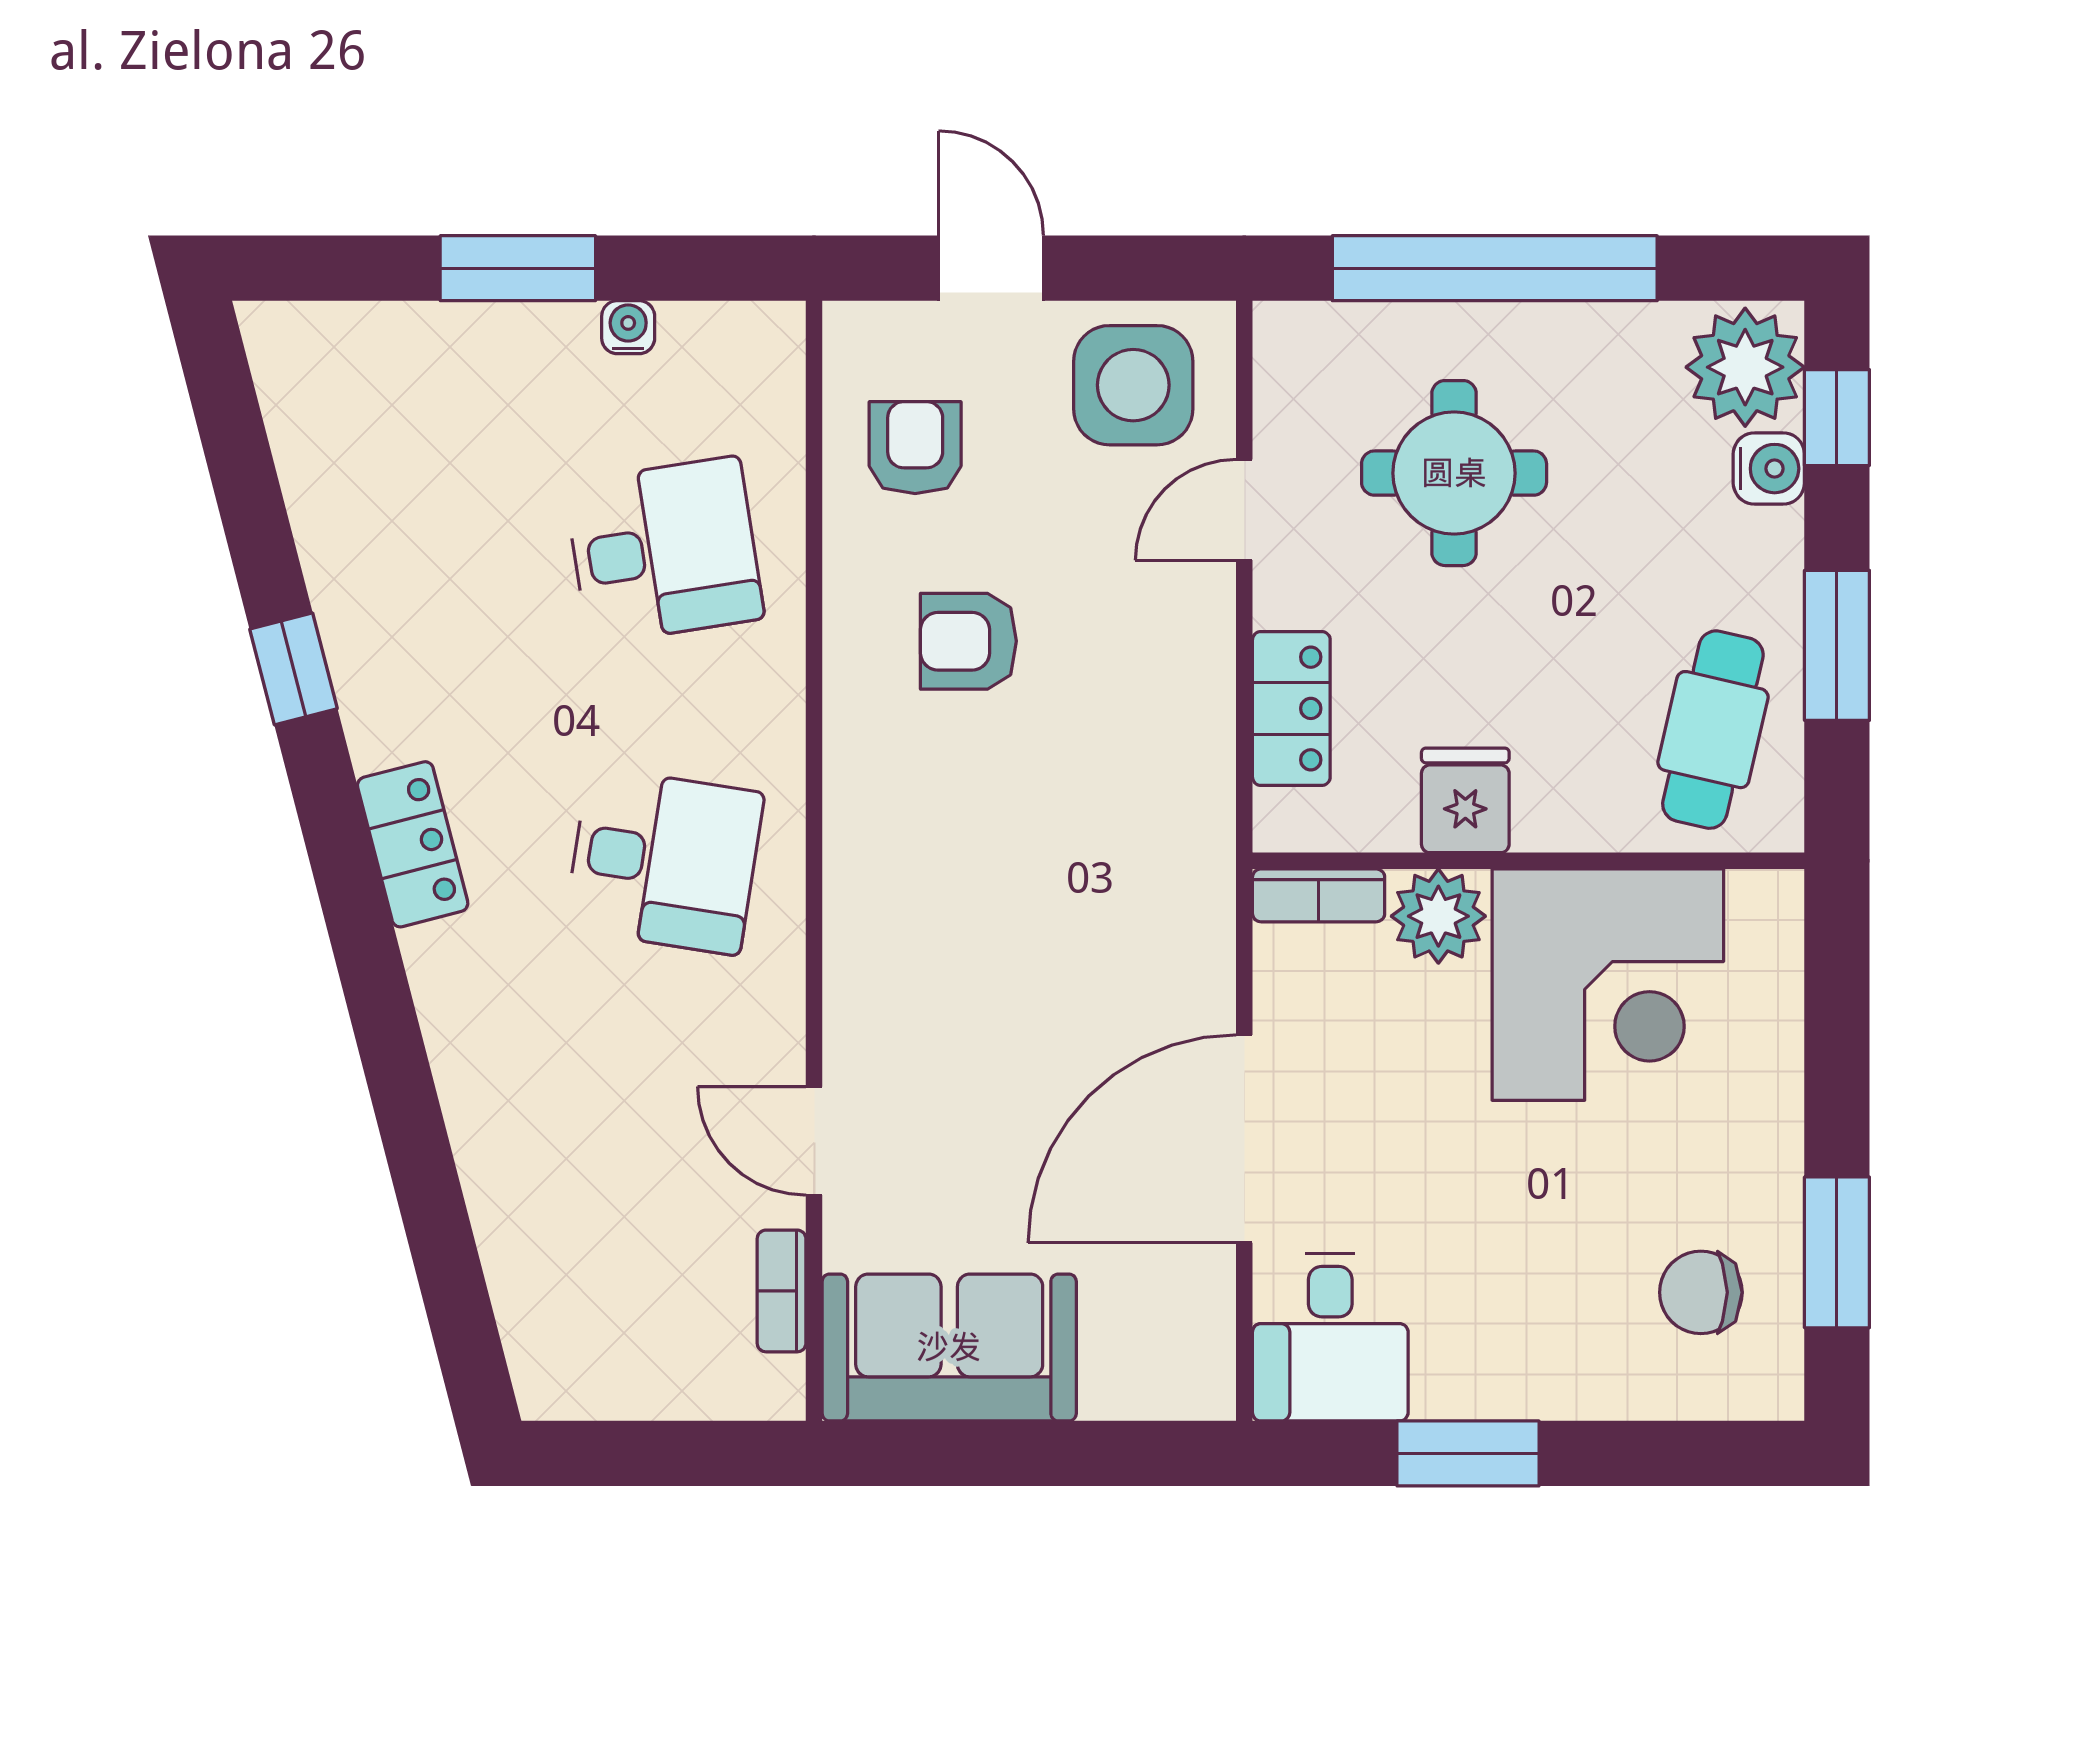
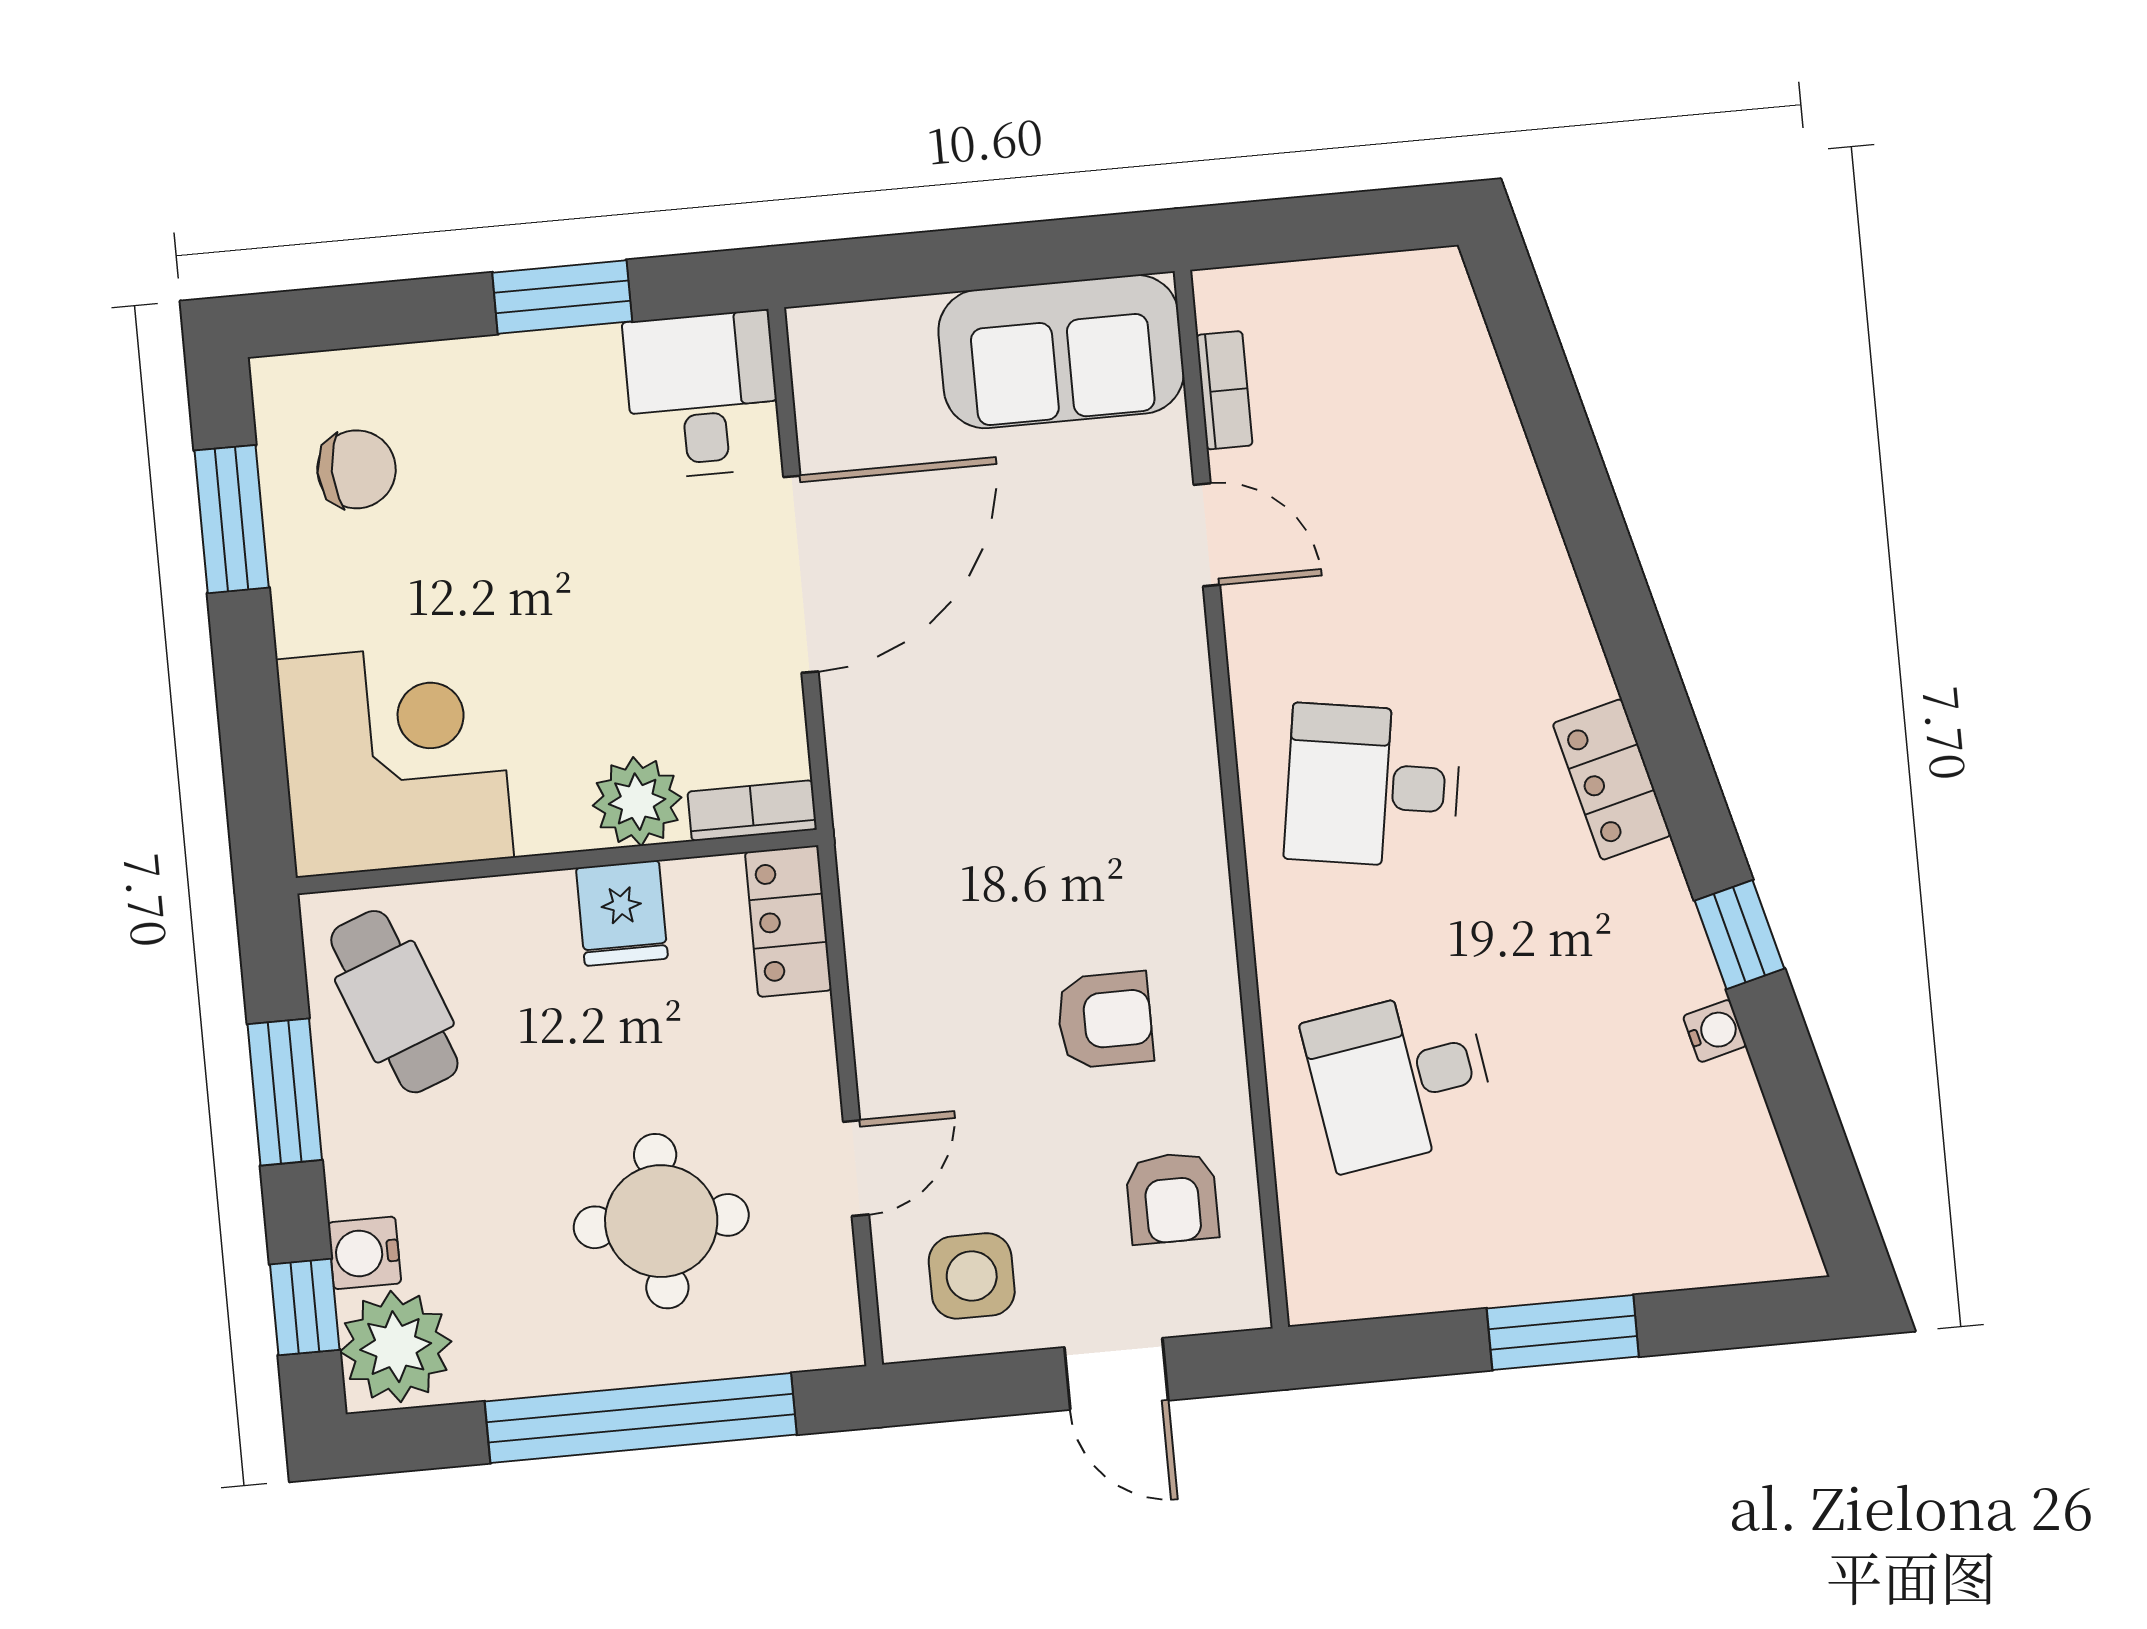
water cooler: (628, 327) -> (1715, 1031), moved, turned -104
side table: (1133, 385) -> (972, 1276), width x0.73, depth x0.73
locker: (1291, 708) -> (788, 921), moved
cafe table: (1713, 730) -> (394, 1002), turned -34
corner desk: (1608, 985) -> (395, 758), moved, turned 90

